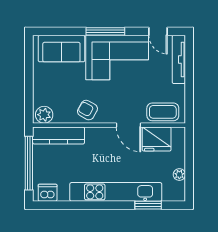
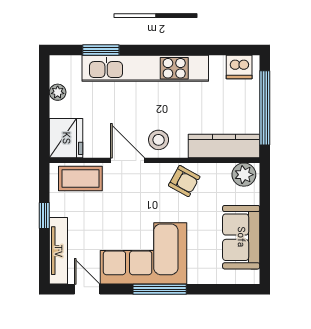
sofa: (61, 49) -> (241, 237), moved, turned -90
window: (189, 85) -> (44, 215), added
fridge: (157, 139) -> (66, 138), moved, turned 90
stool: (106, 140) -> (159, 140), added

